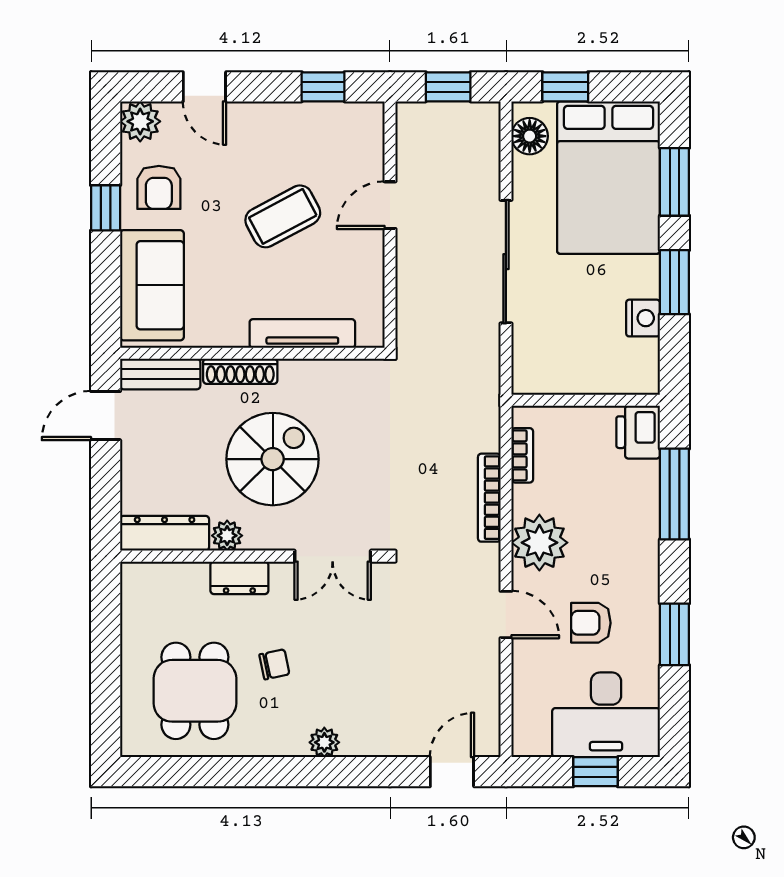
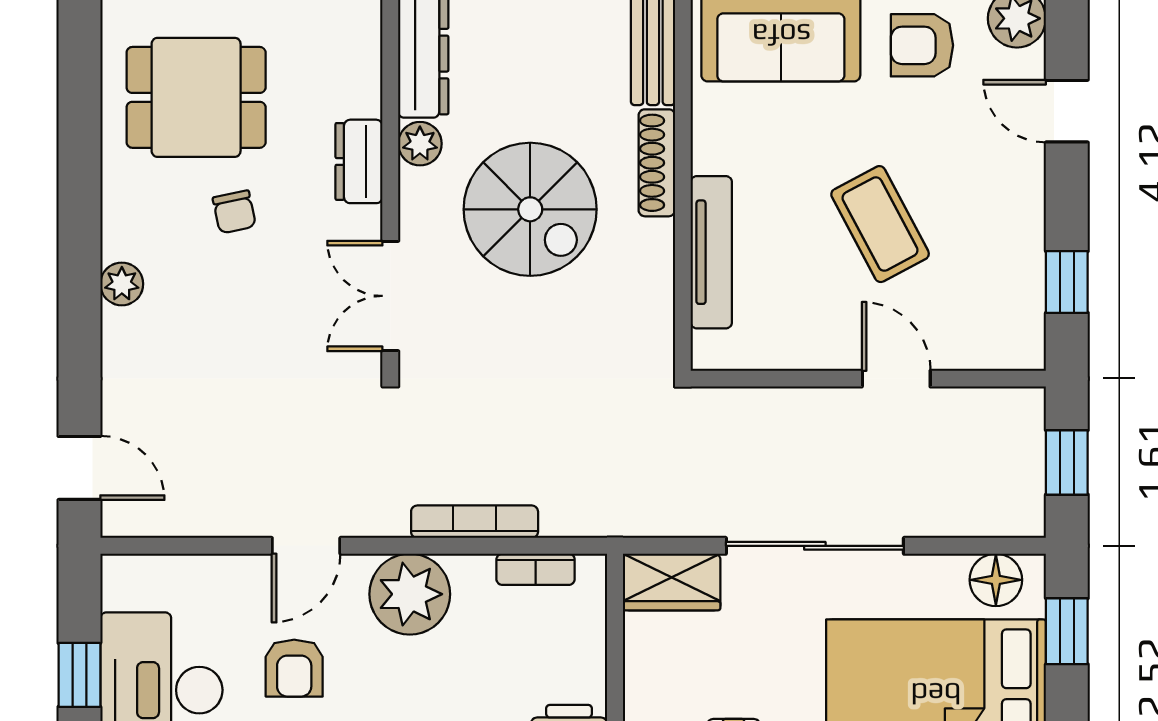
door: (204, 87) -> (1067, 111), hinge flipped
wardrobe: (531, 361) -> (672, 582), added
armchair: (591, 623) -> (294, 668), turned 180

